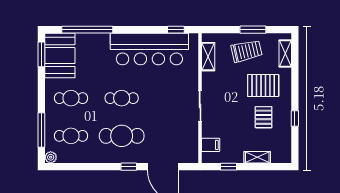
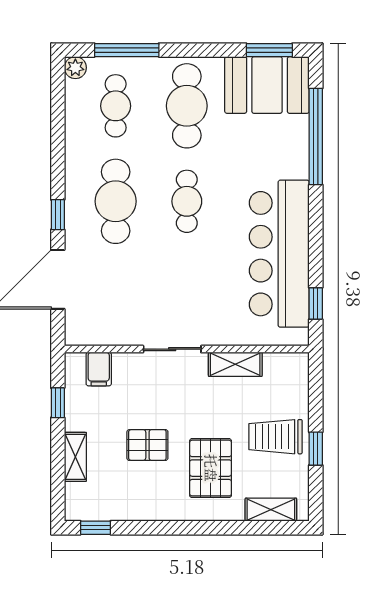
window: (253, 30) -> (316, 449), width x0.67
trolley: (247, 51) -> (276, 437), turned 103
shelving: (208, 57) -> (235, 364), moved
cafe table: (71, 98) -> (187, 106), width x1.37, depth x1.35
pallet: (264, 117) -> (147, 445), moved
window: (295, 119) -> (96, 528), moved

